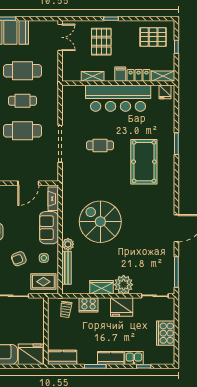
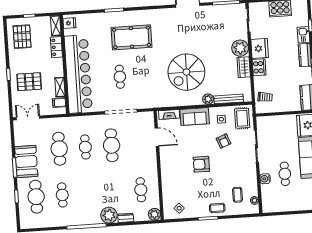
filing cabinet: (120, 74) -> (59, 103), moved
bar counter: (118, 98) -> (78, 74), width x1.36
cooker: (89, 305) -> (259, 67), moved

